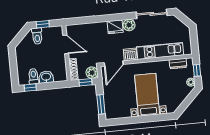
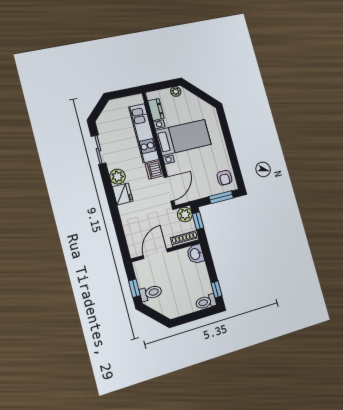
sliding door: (152, 14) -> (99, 150), width x0.73
door: (114, 63) -> (169, 189), hinge flipped
window: (197, 70) -> (160, 86), removed
toilet: (33, 76) -> (206, 302), moved
washbasin: (46, 77) -> (195, 254), moved
bed with nightstands: (147, 95) -> (184, 137), moved, turned 180
armchair: (116, 110) -> (224, 178), added

